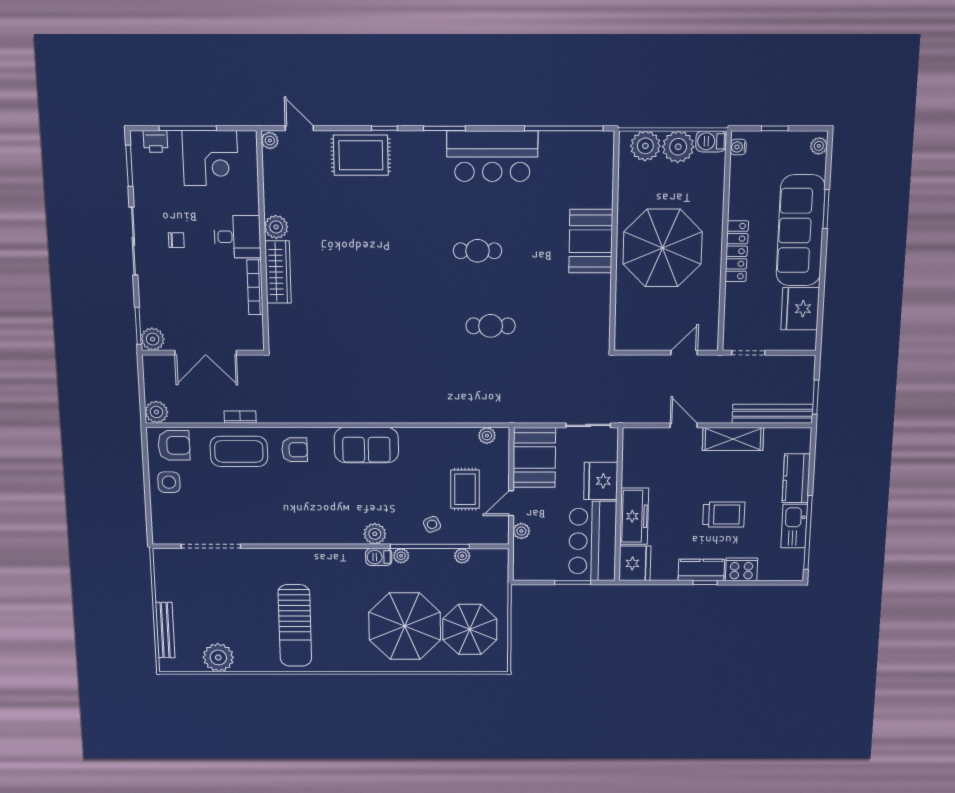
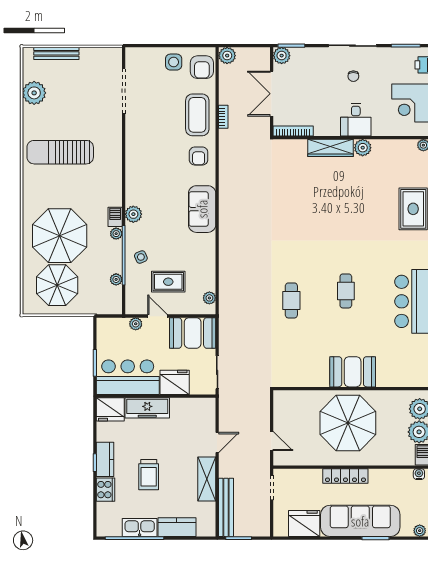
bookcase: (255, 287) -> (293, 131), moved

